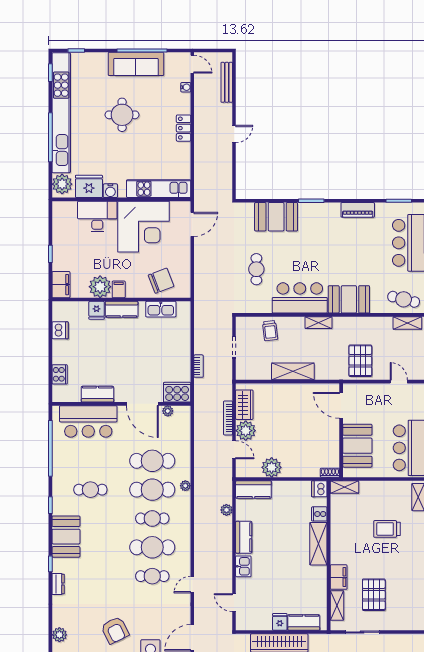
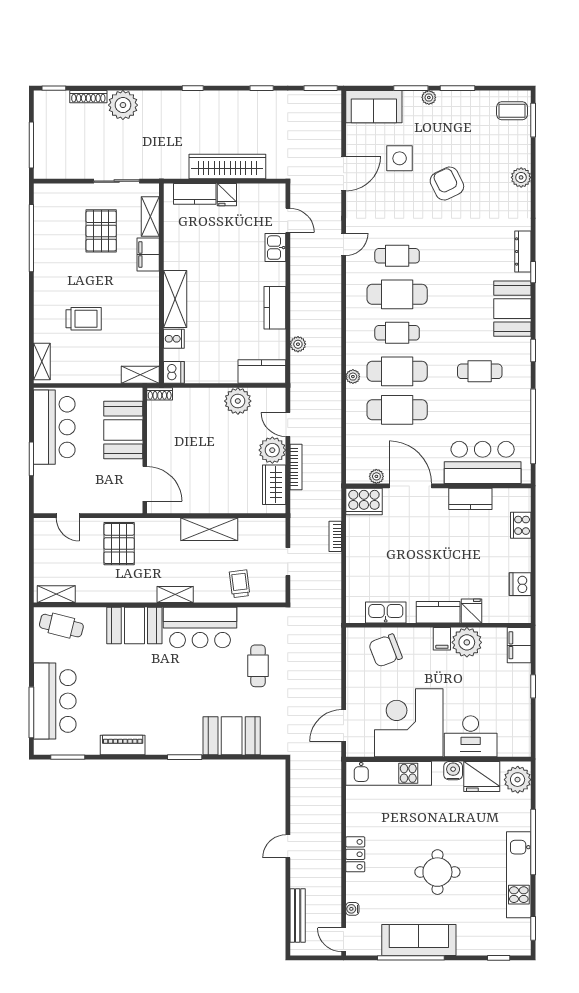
kitchen unit: (61, 113) -> (519, 875), width x0.54
kitchen sink: (243, 566) -> (275, 248), moved
dresser: (58, 584) -> (523, 251), width x1.44

